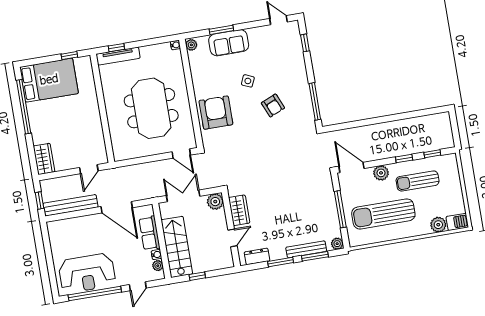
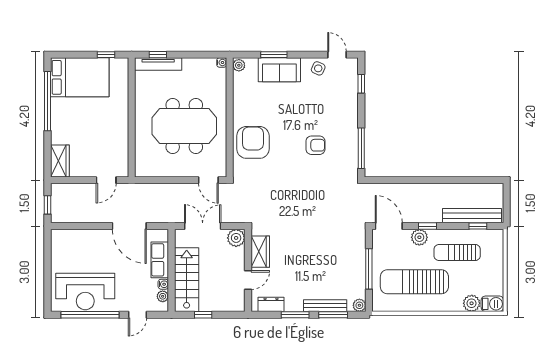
side table: (248, 81) -> (318, 68), moved
armchair: (273, 106) -> (315, 145), turned -67
meeting table: (151, 108) -> (184, 126), turned 90
window: (404, 159) -> (427, 226), moved
bench: (70, 205) -> (472, 216), moved

